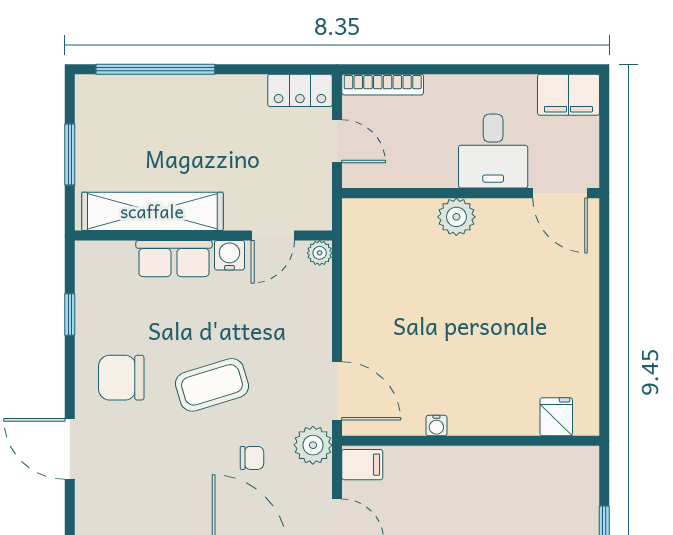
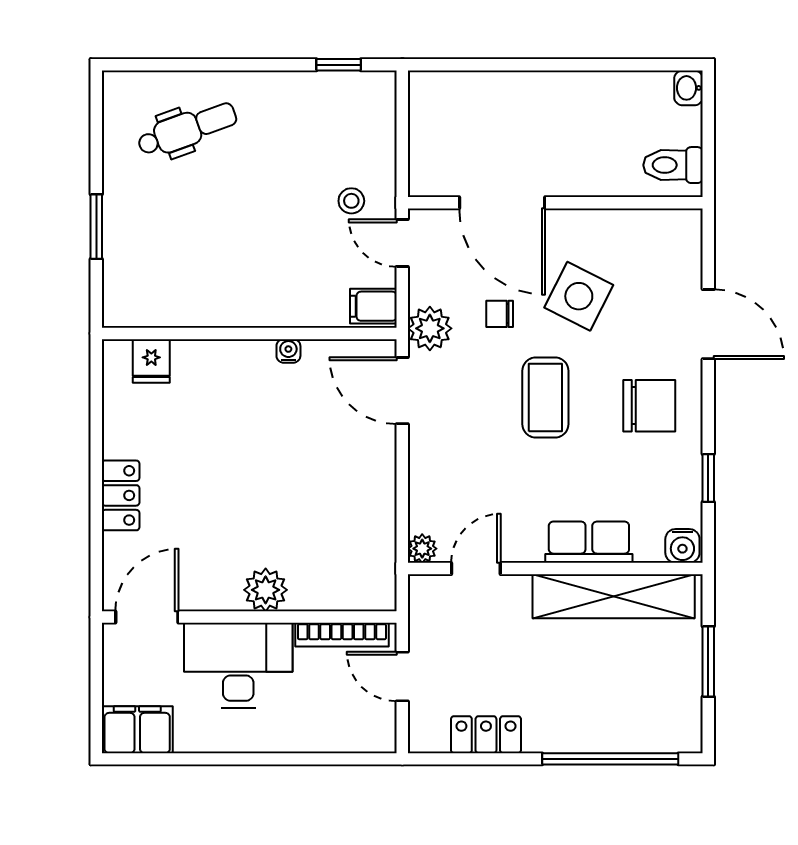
bookcase: (383, 85) -> (342, 635), moved, turned 180
locker: (300, 90) -> (486, 735), moved
desk: (493, 151) -> (238, 665), width x1.37
door: (560, 193) -> (147, 617), hinge flipped
water cooler: (229, 255) -> (682, 546), moved
locker: (583, 299) -> (121, 495), added
coffee table: (212, 385) -> (545, 397), turned -73
side table: (183, 473) -> (579, 296), added

